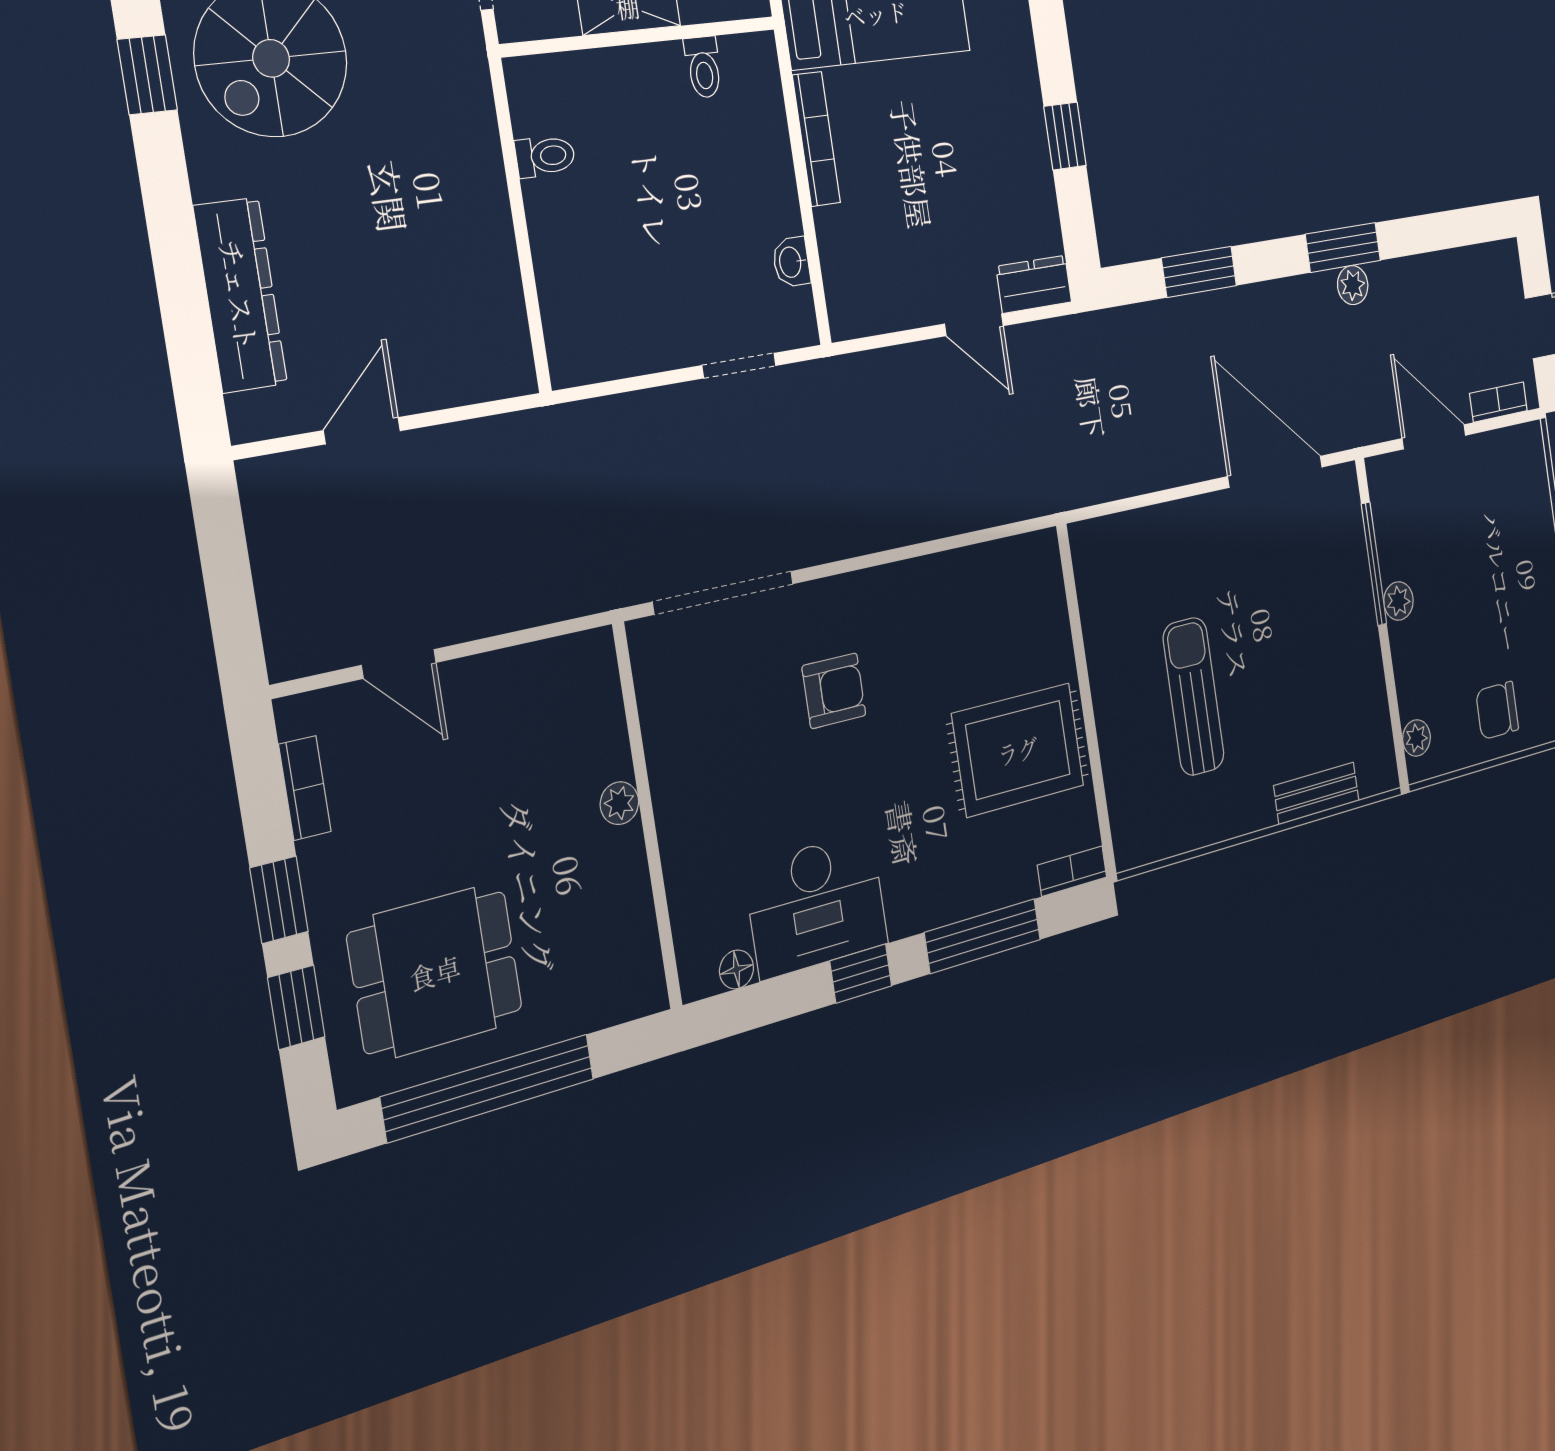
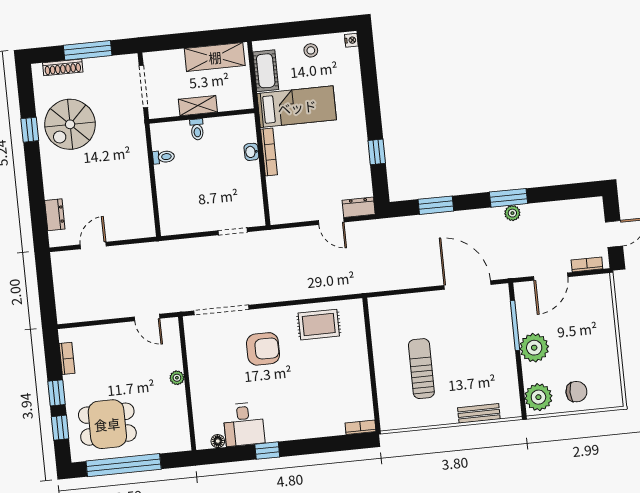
toilet: (703, 67) -> (197, 129), moved
washbasin: (791, 262) -> (251, 152), moved
dresser: (240, 295) -> (55, 215), width x0.51, depth x0.80
door: (1434, 437) -> (551, 277), swing flipped
plant: (1398, 601) -> (534, 348), width x1.87, depth x1.87
door: (399, 664) -> (147, 318), moved
armchair: (834, 691) -> (263, 349), width x1.38, depth x1.38
chair: (1497, 710) -> (576, 392), turned 180
plant: (1416, 738) -> (538, 397), width x1.88, depth x1.88
rug: (1018, 750) -> (319, 325), moved, width x0.73, depth x0.70
desk: (816, 905) -> (244, 424), width x0.73
window: (983, 936) -> (319, 445), removed

